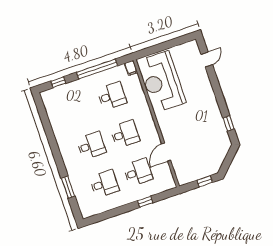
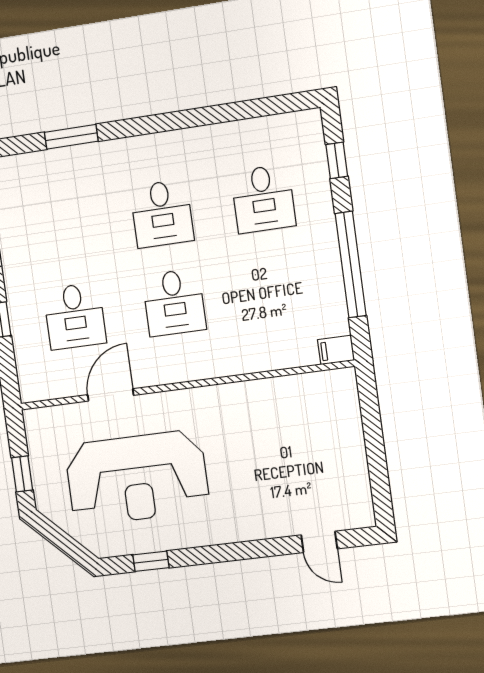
reception desk: (162, 82) -> (137, 478), moved, turned 180
desk: (112, 96) -> (263, 199), moved
door: (166, 152) -> (110, 395), hinge flipped
desk: (104, 184) -> (62, 228), removed

